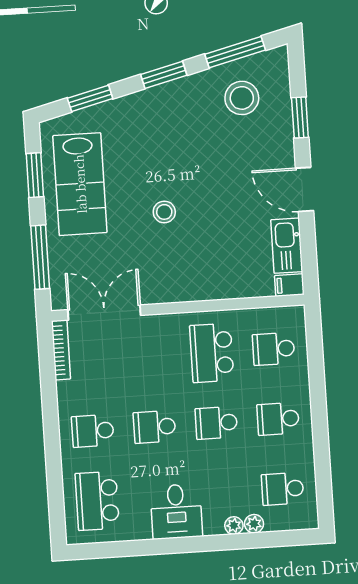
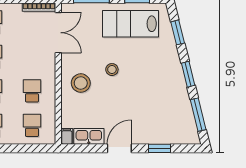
stool: (242, 98) -> (81, 83), moved
school desk: (212, 353) -> (32, 91), width x0.54

